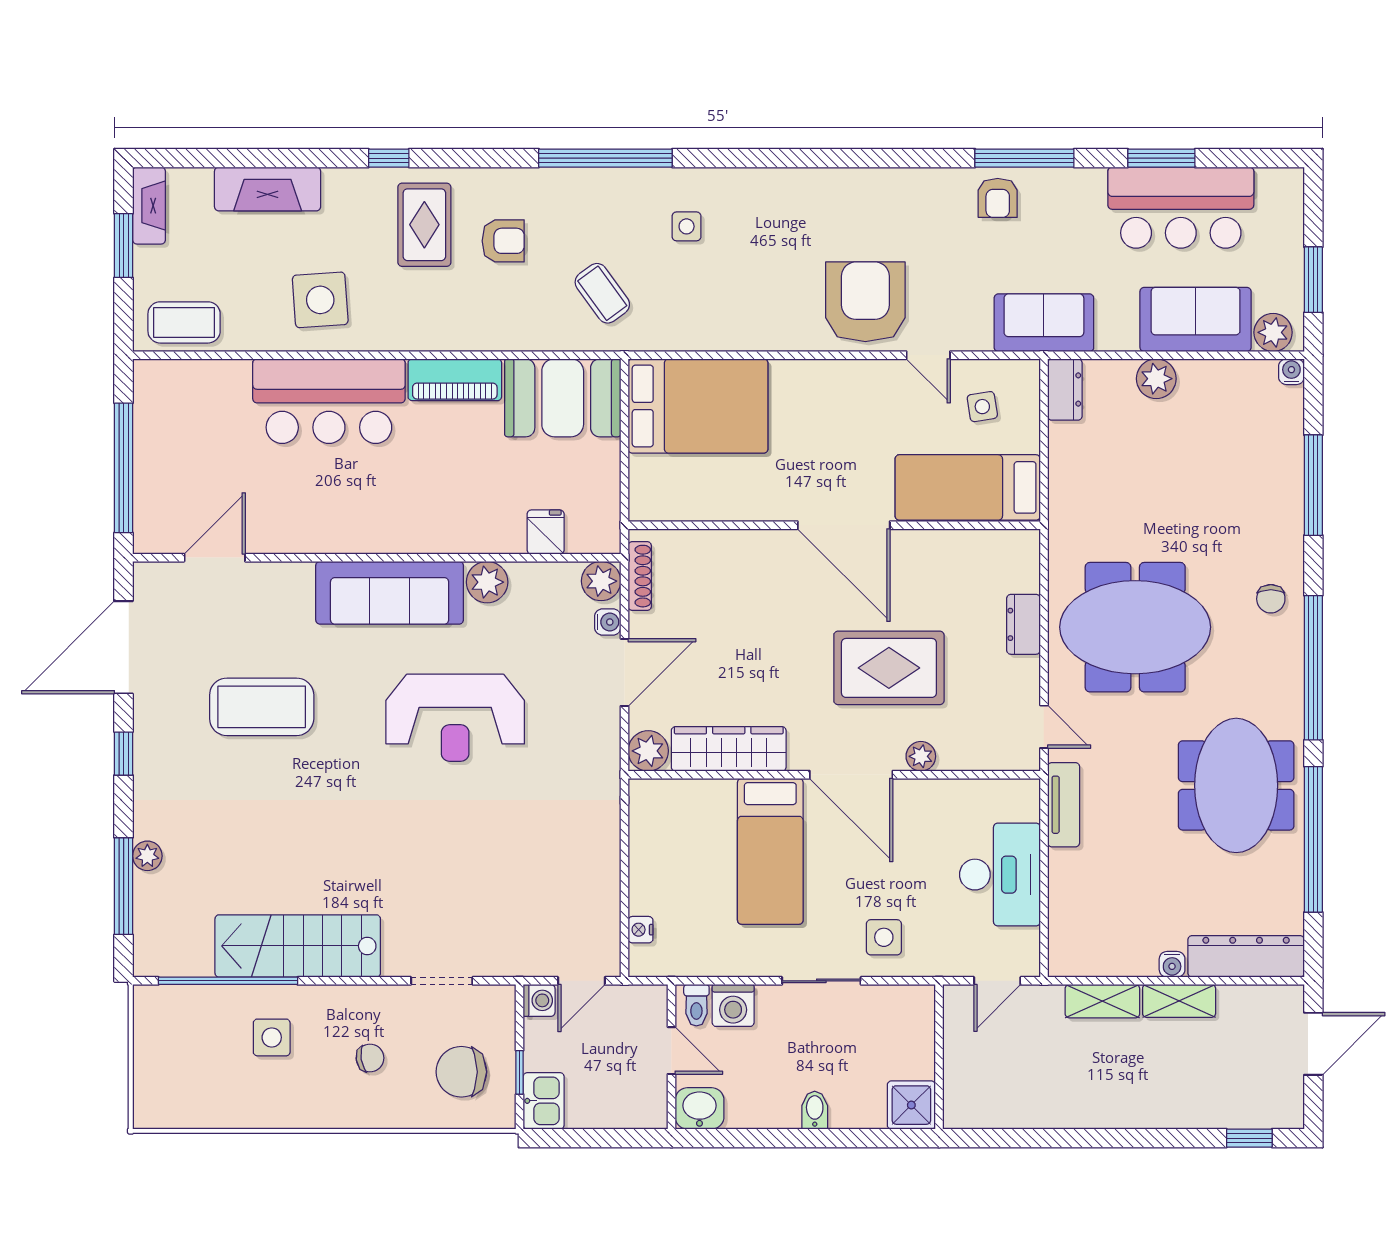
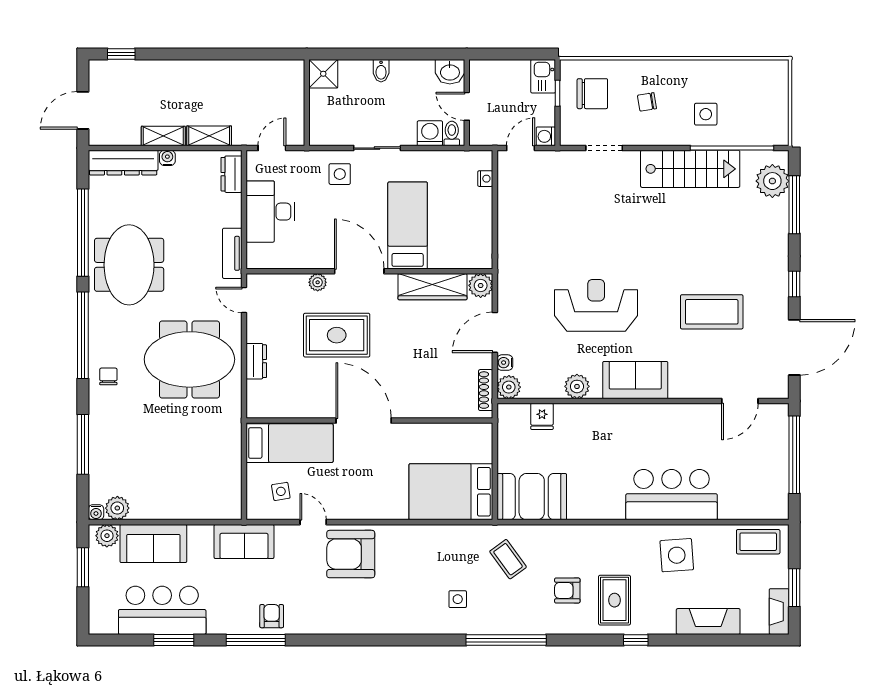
armchair: (865, 302) -> (351, 554), turned 90
plant: (1156, 379) -> (117, 508), moved
piano: (455, 380) -> (596, 507), removed
dresser: (1065, 390) -> (232, 174), moved
sofa: (390, 593) -> (635, 380), width x0.73
plant: (147, 856) -> (772, 181), moved, width x1.87, depth x1.87

